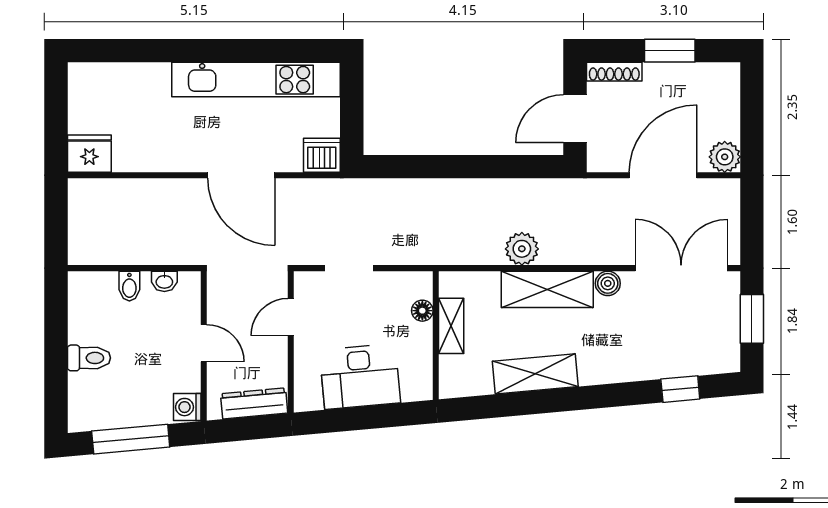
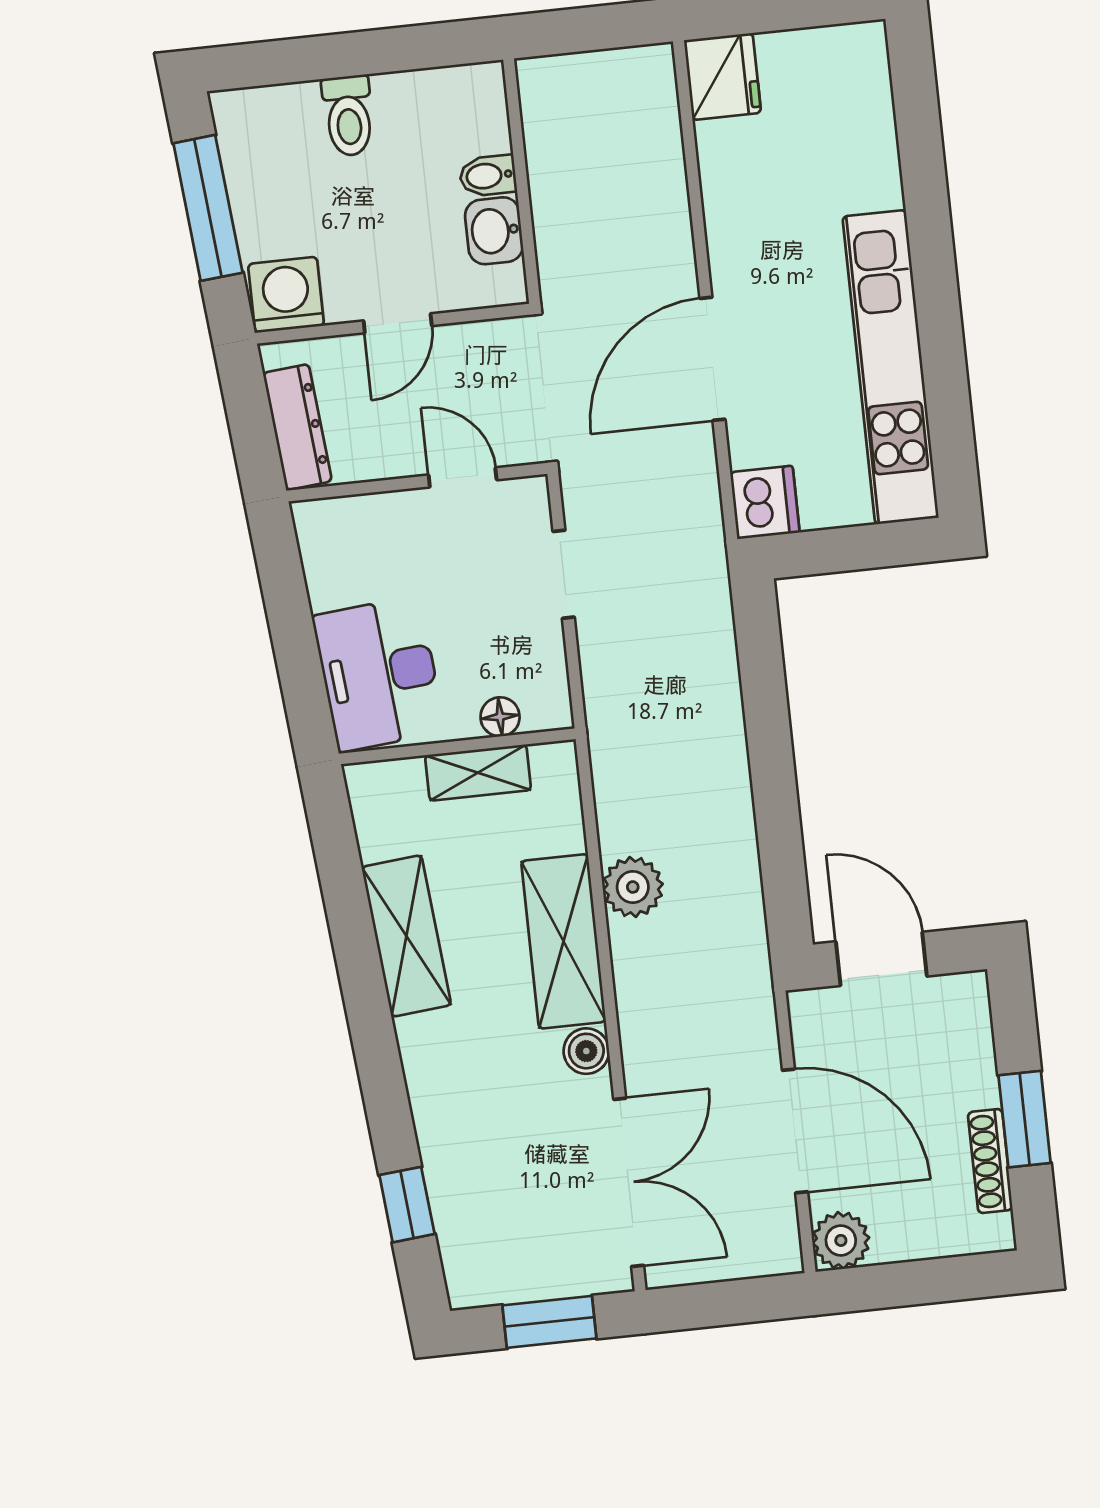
shoe rack: (614, 72) -> (990, 1161), moved
washbasin: (164, 281) -> (494, 231), width x1.38, depth x1.45
desk: (360, 377) -> (379, 674), moved
washing machine: (187, 407) -> (286, 295), width x1.38, depth x1.38

